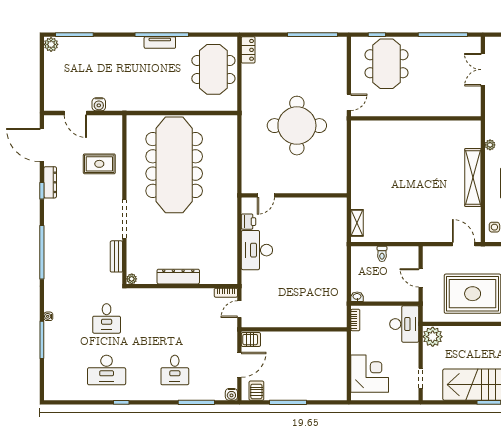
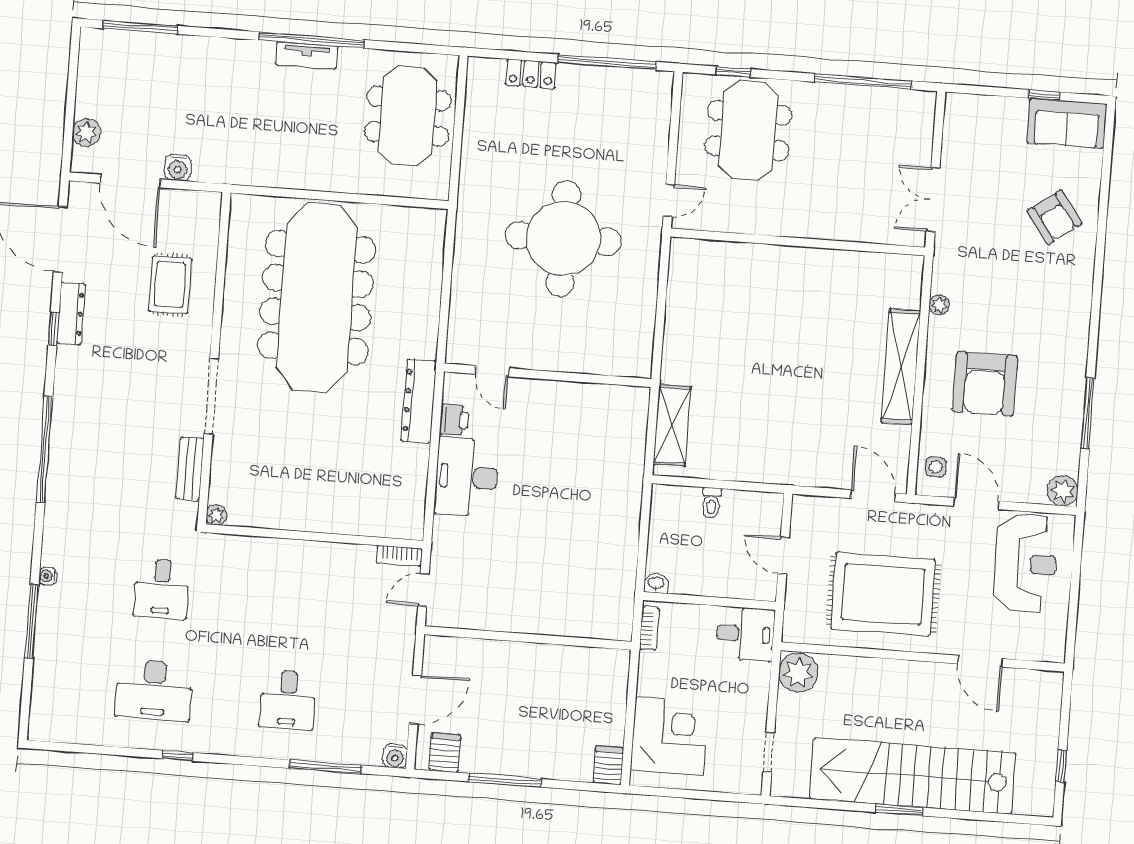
plant: (51, 44) -> (86, 133), moved
locker: (248, 50) -> (531, 74), moved, turned 90
double door: (483, 70) -> (933, 200), moved
door: (75, 113) -> (130, 181), width x1.36
rug: (99, 164) -> (170, 285), turned 90
door: (266, 195) -> (492, 371), hinge flipped
shelving: (357, 223) -> (672, 425), width x1.50, depth x1.33
dresser: (178, 277) -> (419, 401), moved, turned -90
desk: (404, 324) -> (745, 634), width x0.73
server rack: (251, 340) -> (608, 765), moved, turned -90

